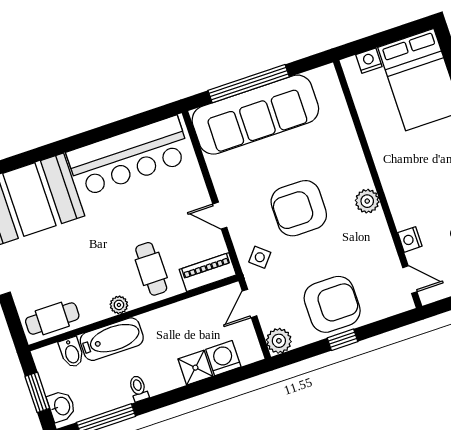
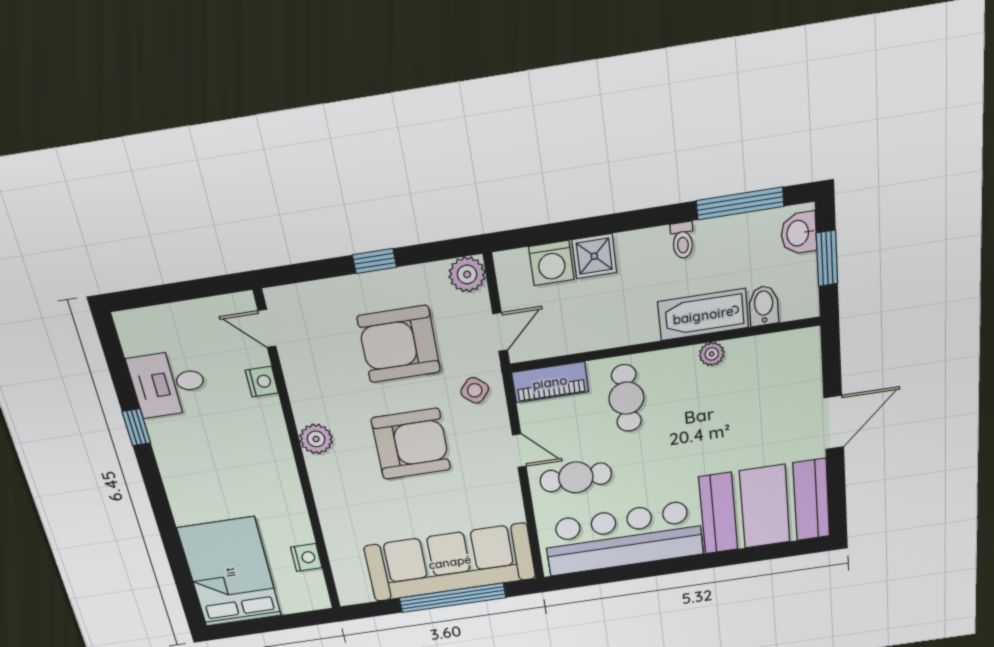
nightstand: (369, 61) -> (306, 557), moved, turned -90
armchair: (332, 304) -> (399, 344), moved
plant: (119, 305) -> (712, 354), moved
cafe table: (52, 319) -> (576, 477), moved

